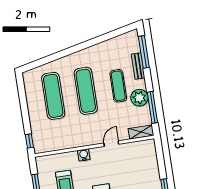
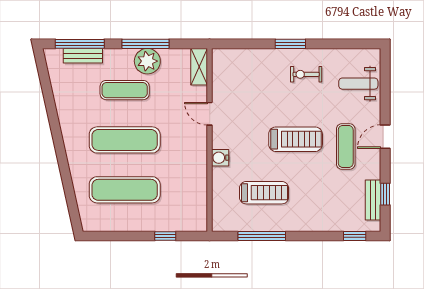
bench: (138, 66) -> (83, 56), moved
window: (152, 107) -> (146, 44), moved
window: (29, 141) -> (165, 236), moved

